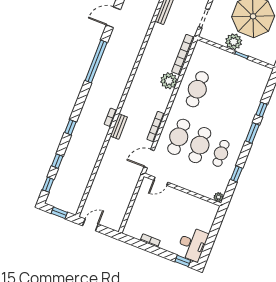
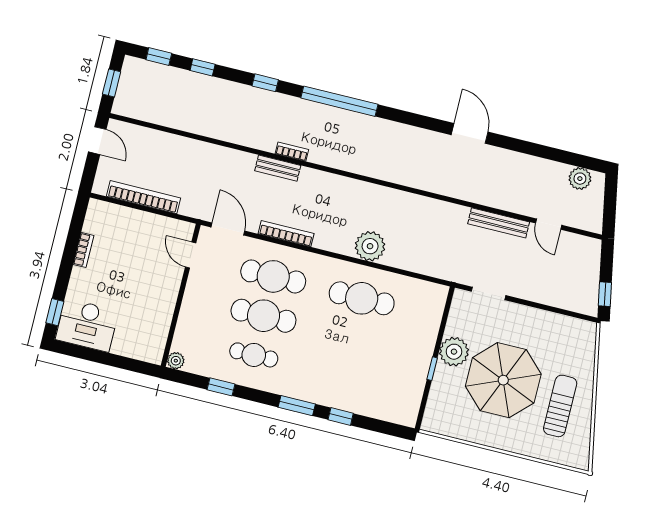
bookcase: (183, 55) -> (143, 197), moved
window: (96, 61) -> (339, 101), moved

